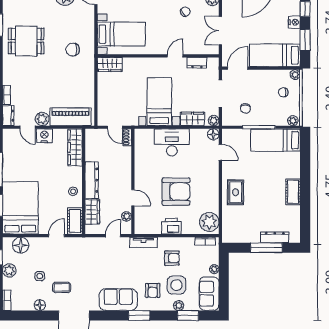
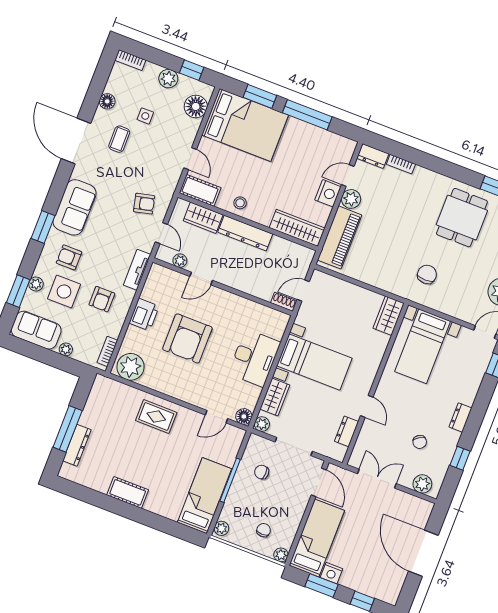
nightstand: (294, 22) -> (331, 573), moved
armchair: (98, 255) -> (144, 204), added

